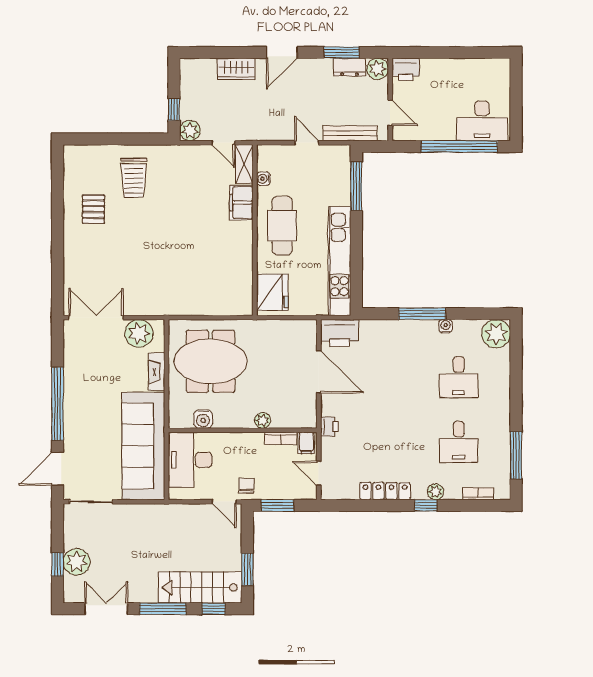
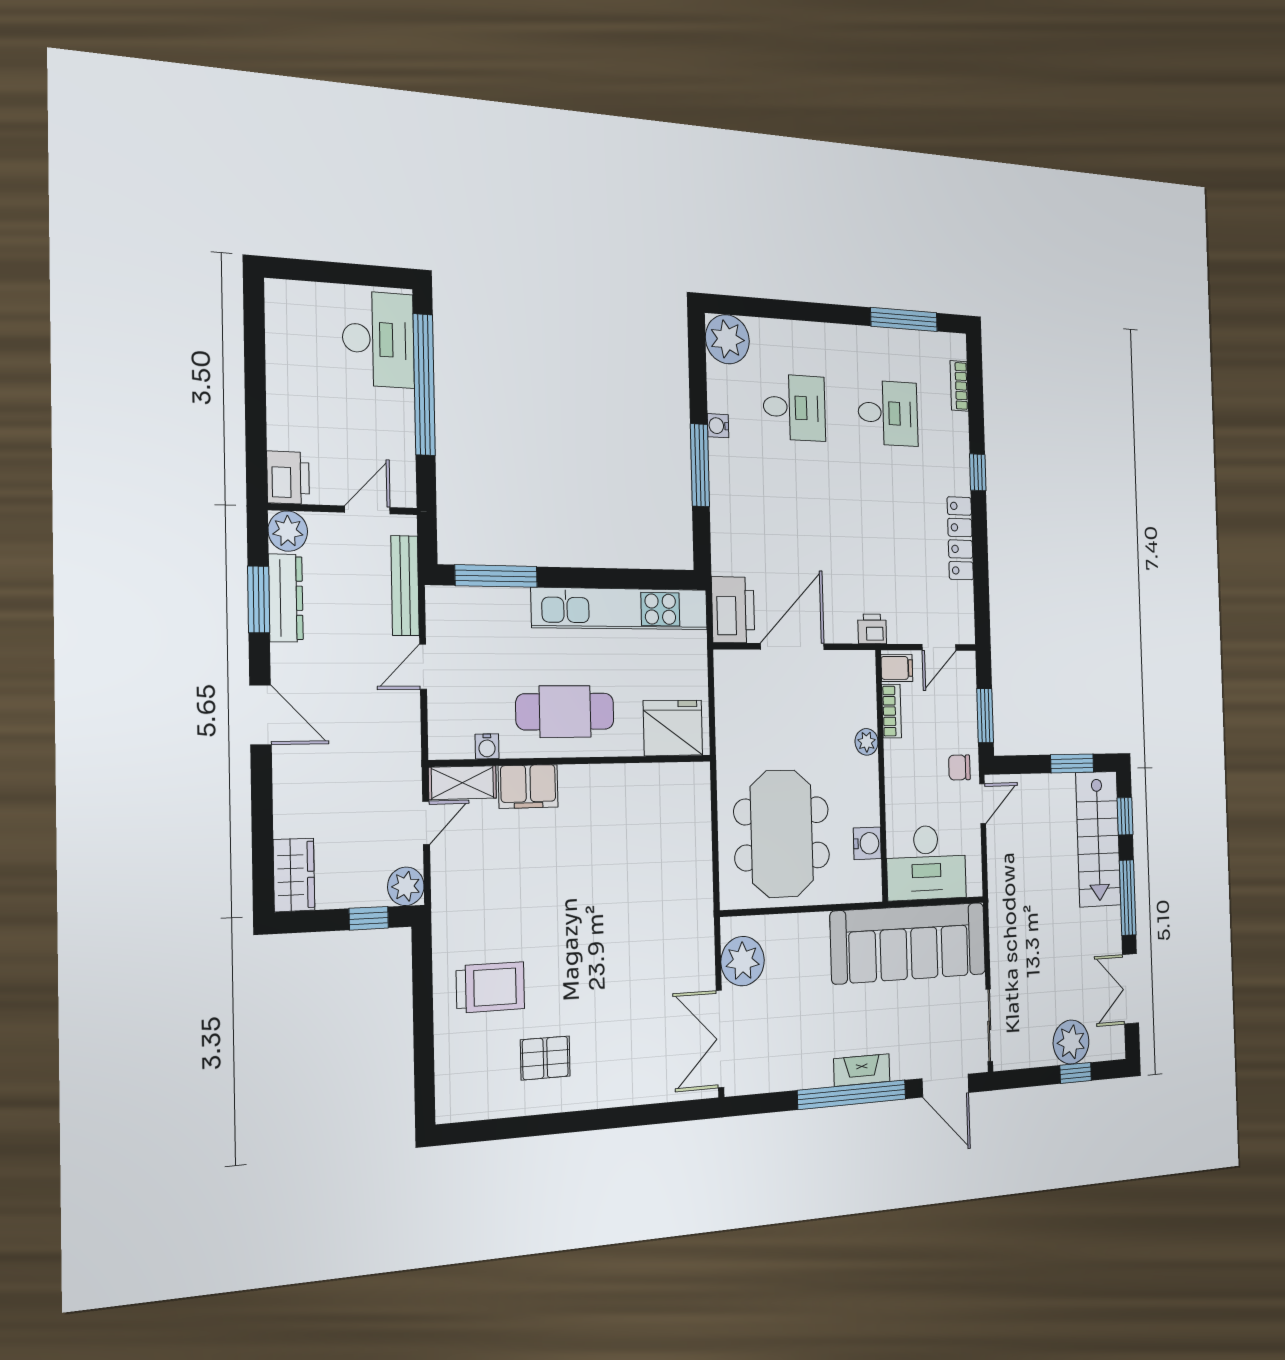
dresser: (350, 67) -> (286, 598), width x1.44
wardrobe: (236, 69) -> (294, 875), moved
fireplace: (157, 372) -> (862, 1070), moved, turned 180
plant: (436, 492) -> (959, 455), removed

